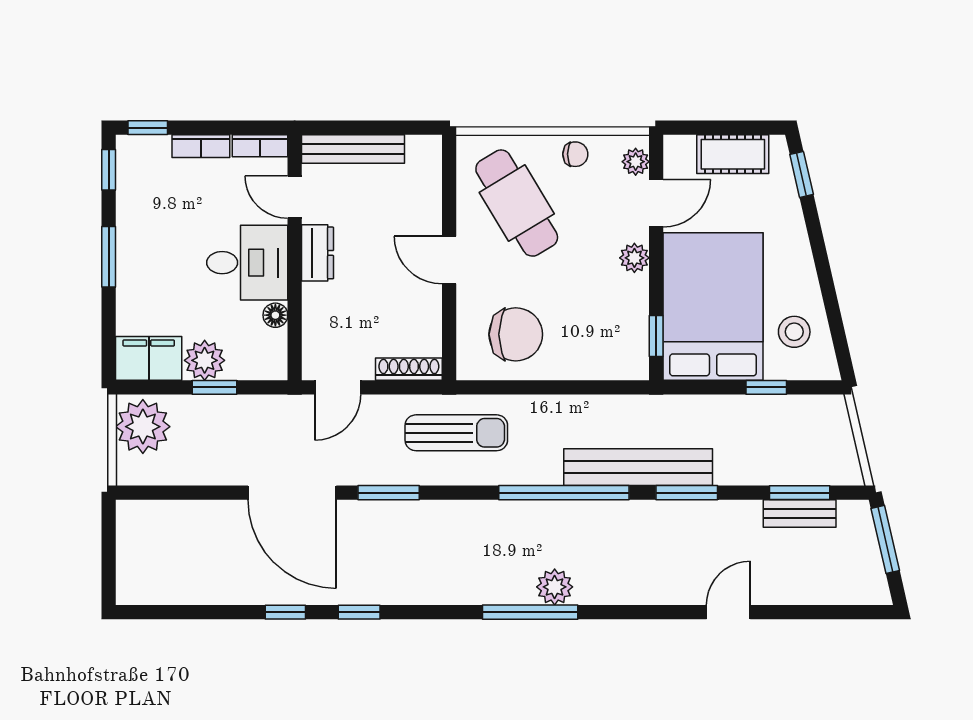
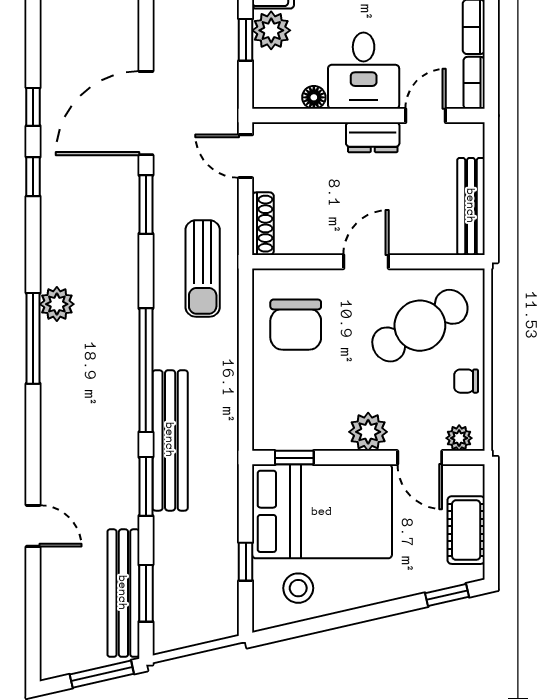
bench: (353, 149) -> (471, 206), moved
chair: (575, 154) -> (466, 381), turned 90
plant: (634, 258) -> (368, 432), width x1.38, depth x1.38
bench: (800, 514) -> (123, 593), width x1.86, depth x1.21
plant: (555, 587) -> (57, 304), moved

